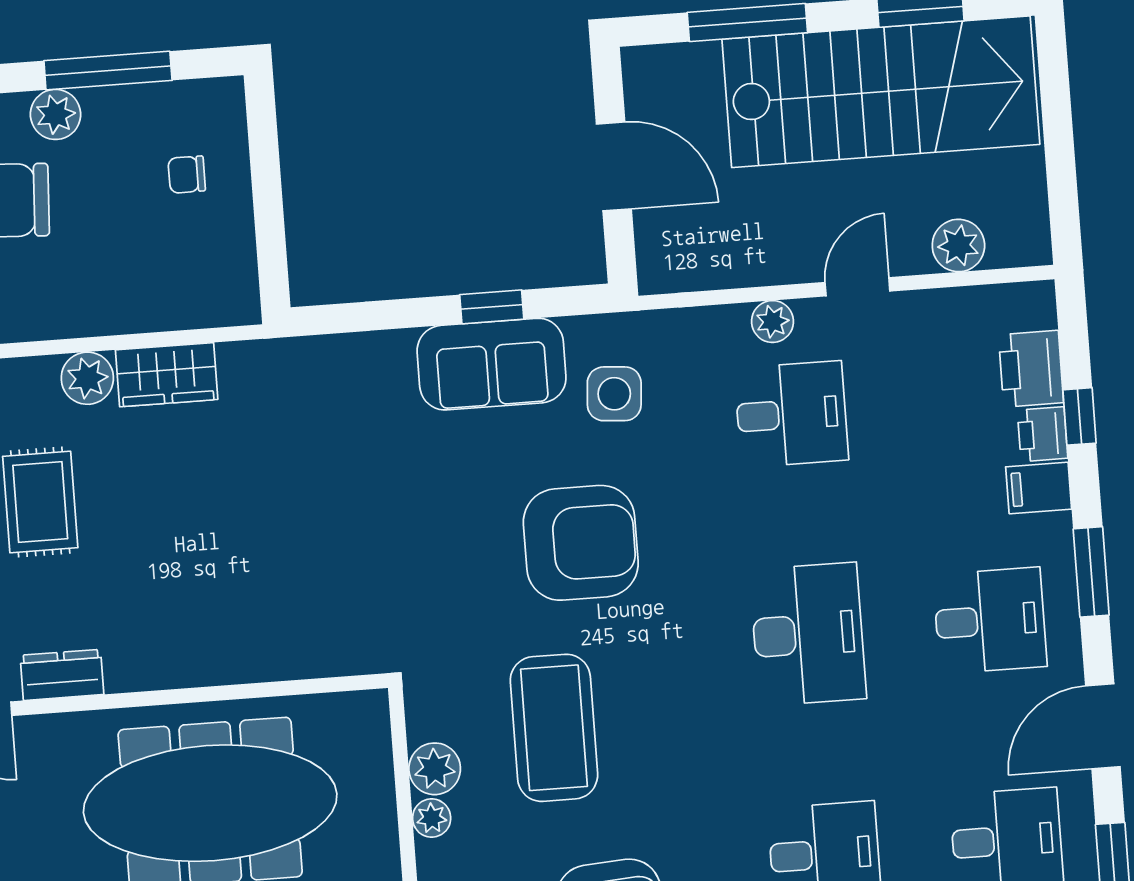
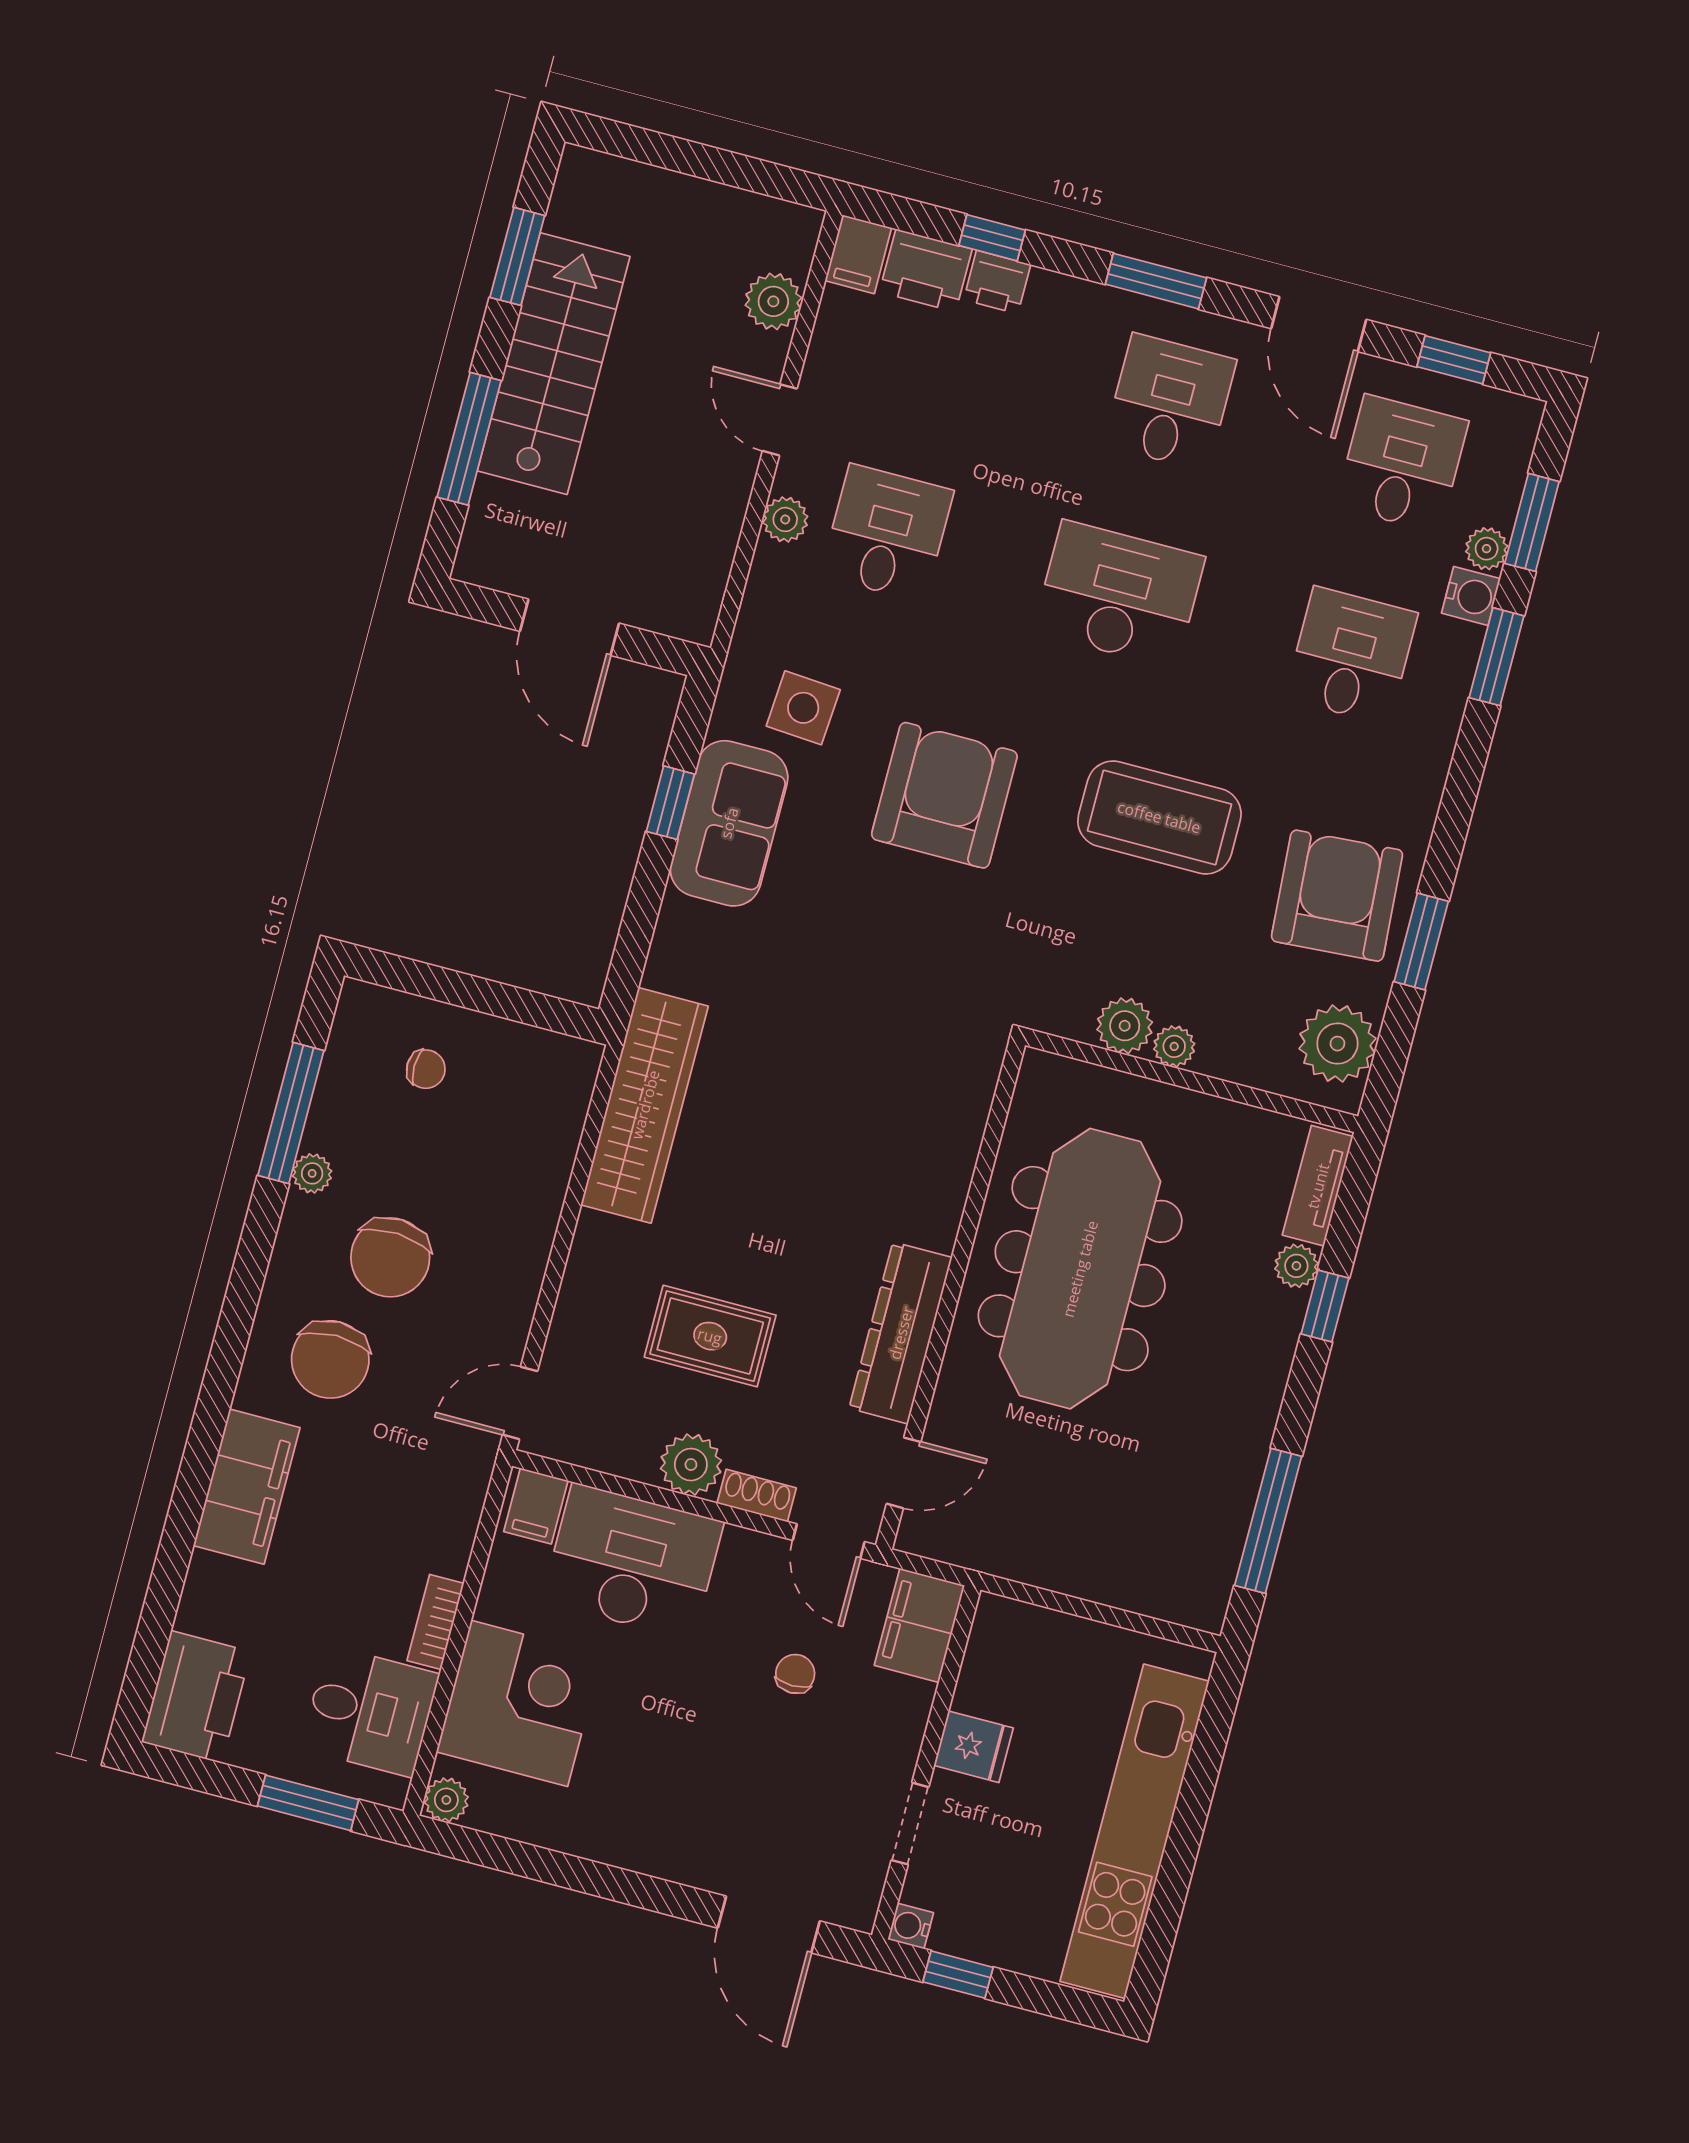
stairs: (881, 92) -> (554, 364), width x0.73, depth x0.66
plant: (56, 114) -> (312, 1173), width x0.73, depth x0.73
door: (614, 166) -> (569, 627), swing flipped
chair: (187, 175) -> (426, 1069), turned -89
wardrobe: (167, 375) -> (645, 1105), width x2.10, depth x1.17
plant: (87, 378) -> (600, 1244), removed
filing cabinet: (1039, 488) -> (858, 254), moved
dresser: (62, 675) -> (901, 1333), width x1.96, depth x1.24
coffee table: (554, 728) -> (1159, 817), moved

